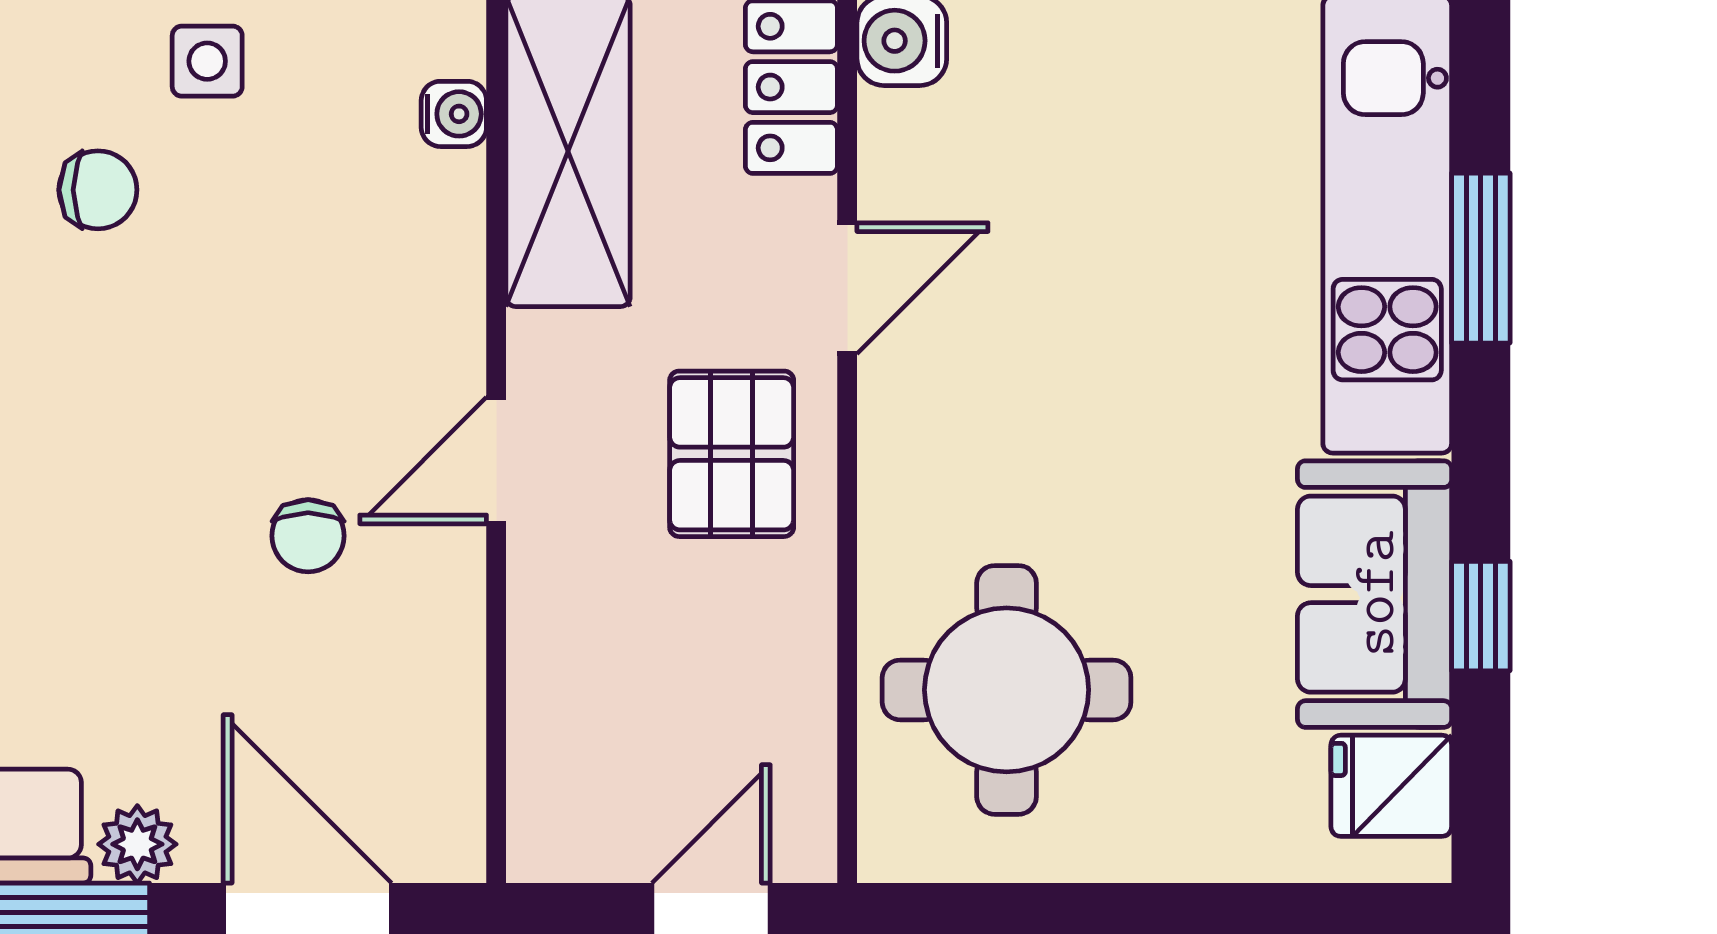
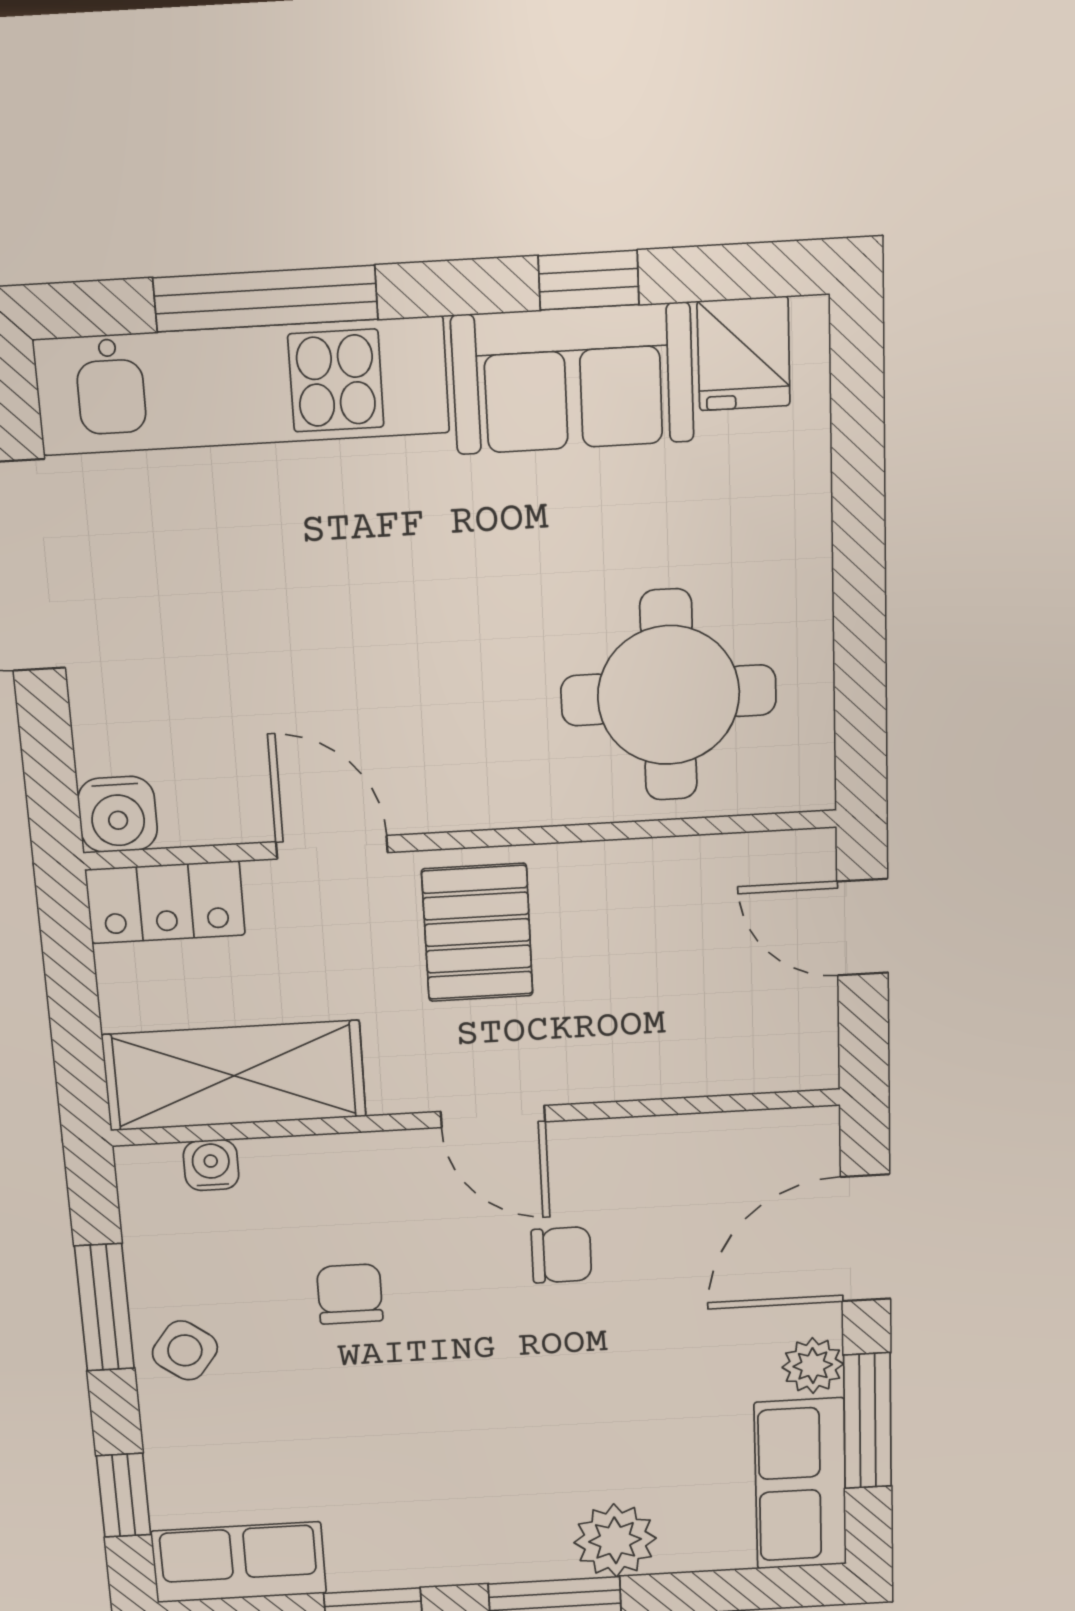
side table: (207, 61) -> (185, 1350), turned 37
chair: (98, 190) -> (350, 1294), moved
window: (1481, 258) -> (266, 299), width x1.44
pallet: (732, 454) -> (477, 933), turned 90

